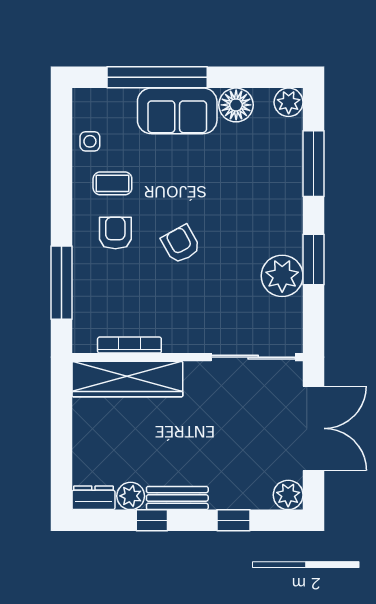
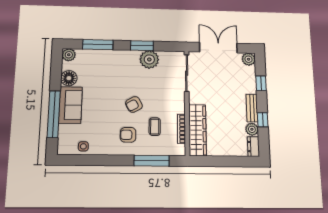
coffee table: (112, 183) -> (155, 127), moved

